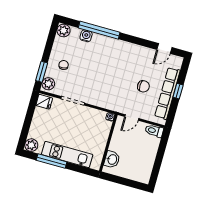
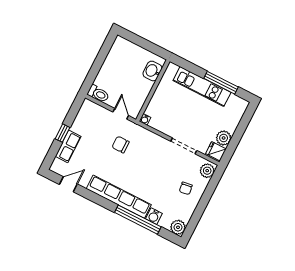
row of seats: (119, 46) -> (119, 197), added
window: (42, 72) -> (212, 186), removed
chair: (143, 86) -> (121, 145), moved
row of seats: (167, 93) -> (68, 146), width x0.50
door: (132, 117) -> (121, 114), hinge flipped
plant: (31, 145) -> (224, 138), moved

